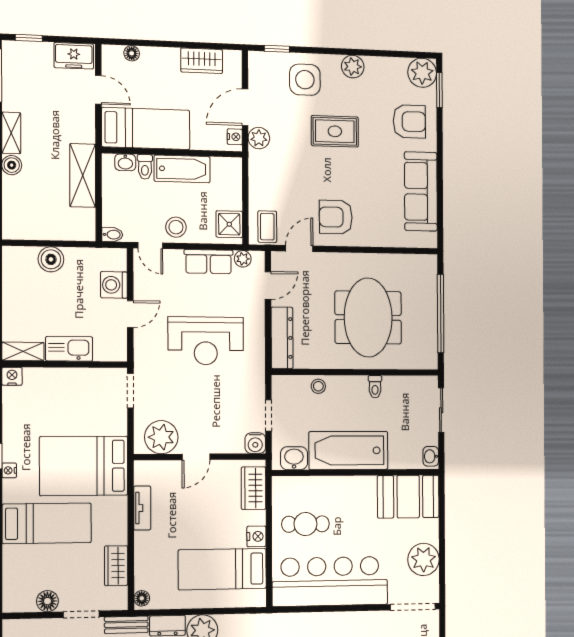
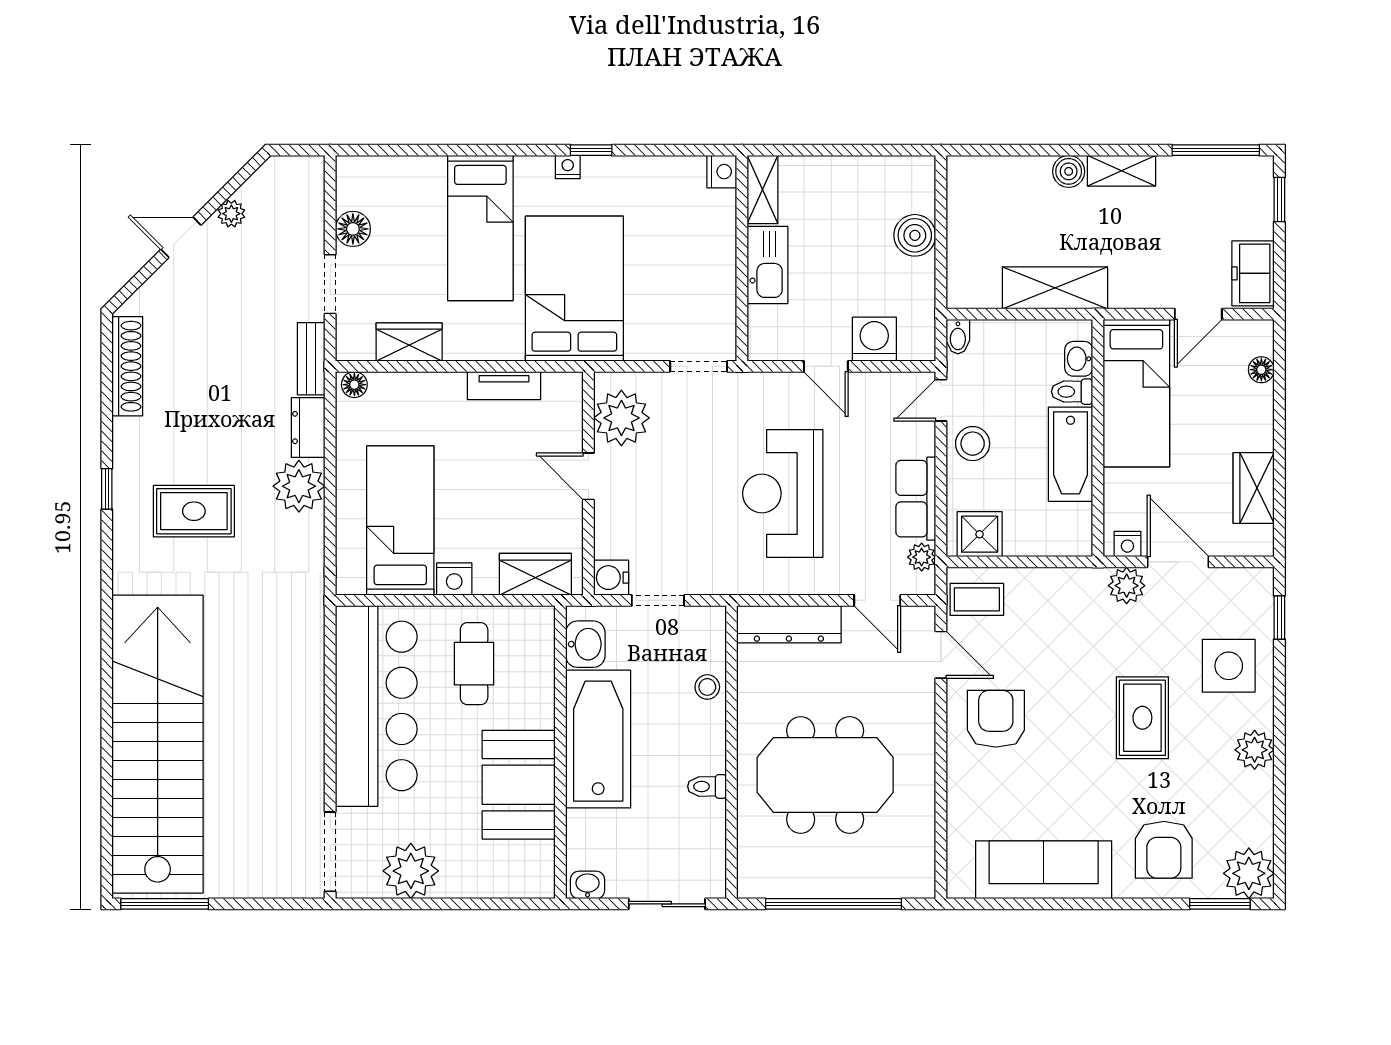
booth: (408, 497) -> (519, 785), moved

